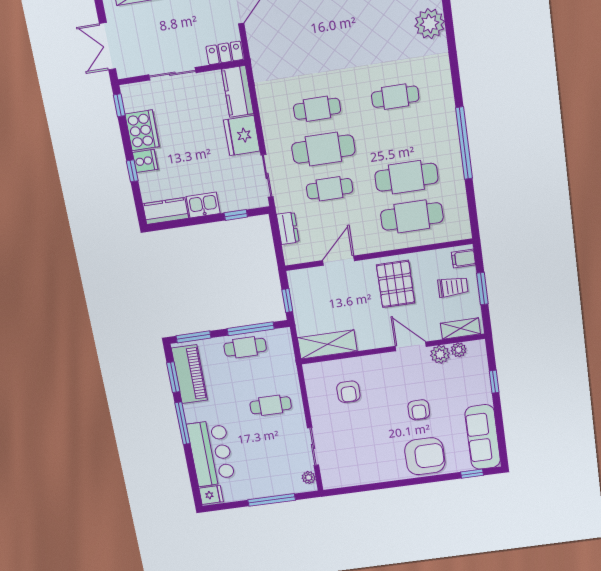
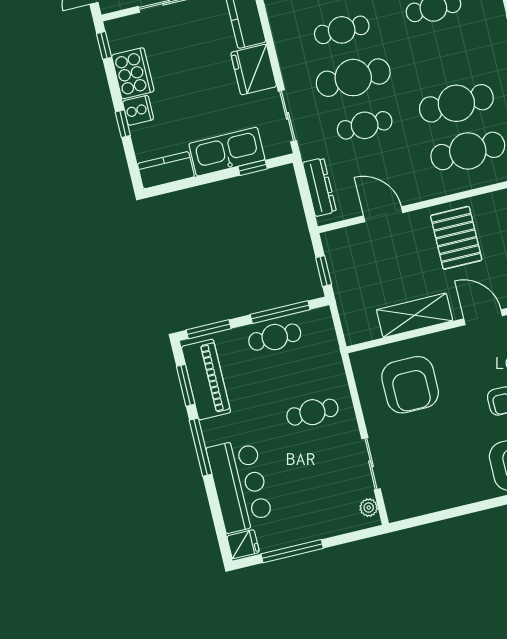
kitchen sink: (203, 205) -> (227, 152), width x1.87, depth x1.24
dresser: (288, 228) -> (319, 187), width x1.44
door: (339, 261) -> (383, 214), hinge flipped
shelving: (327, 344) -> (415, 315), moved
armchair: (348, 392) -> (410, 385), width x1.88, depth x1.88
window: (272, 500) -> (292, 551), moved

